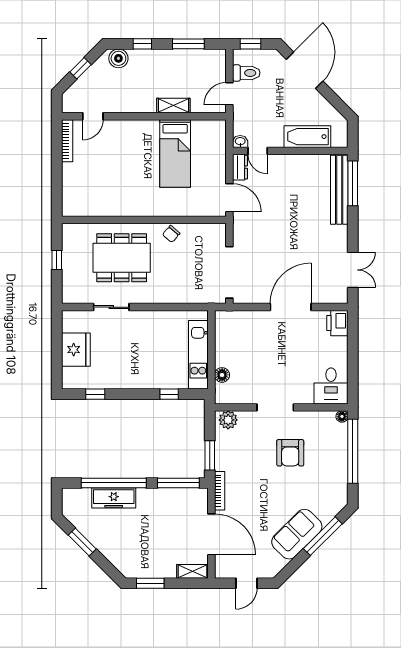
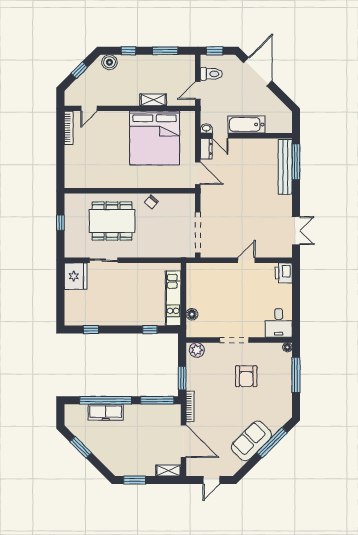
bathtub: (307, 137) -> (246, 125), moved
bed: (175, 154) -> (155, 138), width x2.04
door: (291, 307) -> (246, 260), width x0.53
fridge: (76, 350) -> (76, 276), moved
window: (353, 451) -> (296, 375), width x0.68

